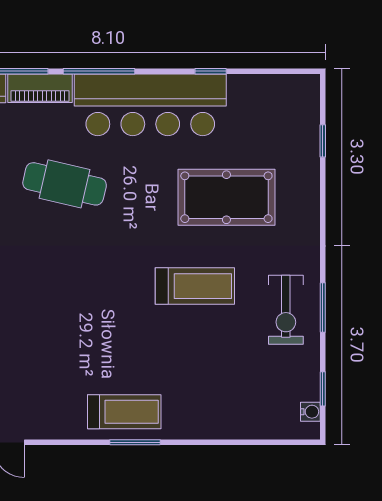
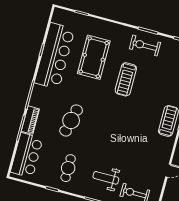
bar counter: (150, 105) -> (55, 56), moved
treadmill: (195, 286) -> (126, 79), turned 180
exercise bike: (286, 310) -> (145, 46), turned 180

